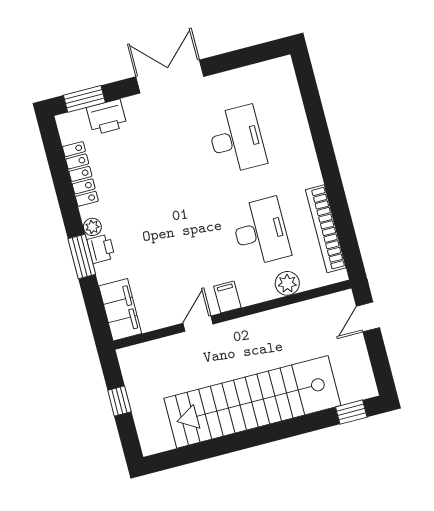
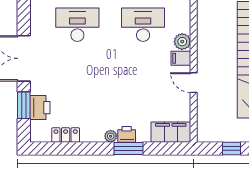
window: (84, 99) -> (24, 105), moved
locker: (80, 174) -> (66, 135), width x0.66
plant: (287, 283) -> (182, 42), moved

